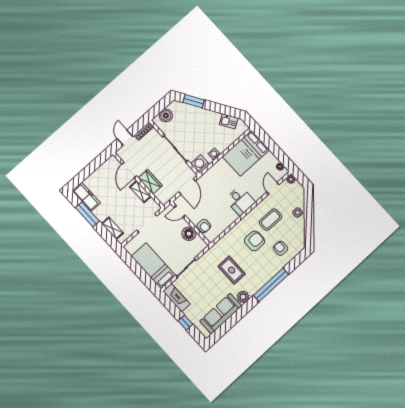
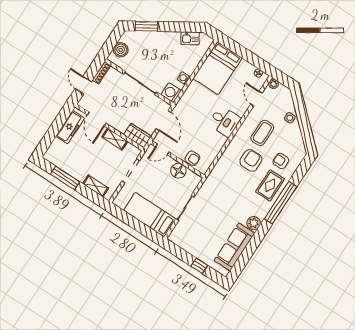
wardrobe: (150, 182) -> (137, 136), moved
freezer: (86, 197) -> (70, 127), moved, turned 90
rug: (232, 270) -> (270, 185), moved, turned 90
fireplace: (177, 298) -> (183, 242), removed

